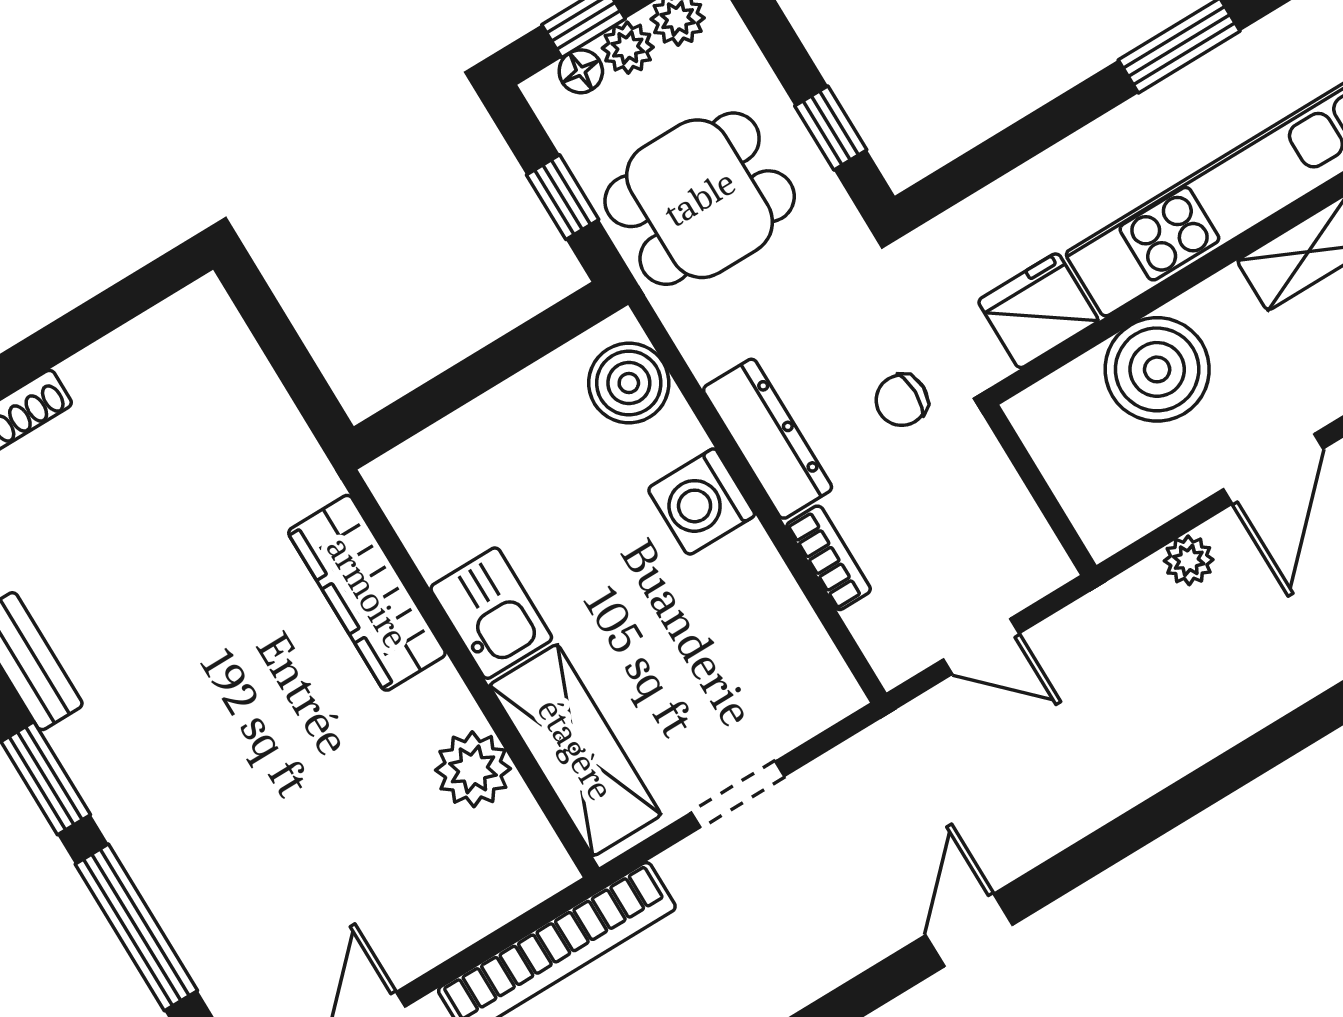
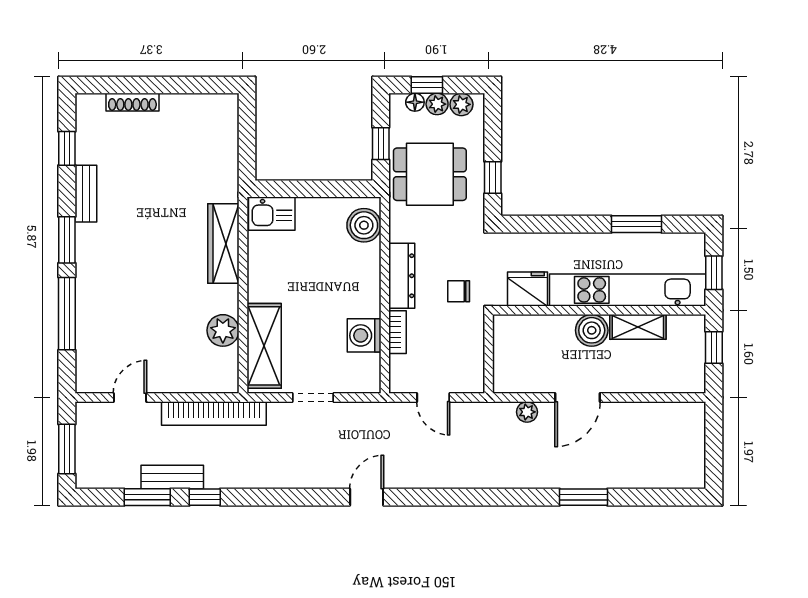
boiler: (1157, 369) -> (592, 330), moved, width x0.73, depth x0.73
washing machine: (701, 502) -> (364, 335), moved
kitchen sink: (491, 613) -> (272, 214), moved, turned 90

